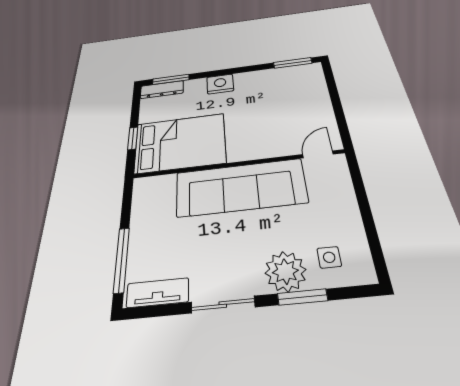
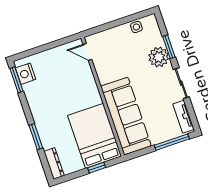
window: (171, 79) -> (36, 137), moved
nightstand: (220, 84) -> (26, 74), moved
sofa: (240, 187) -> (126, 116), moved
side table: (329, 257) -> (136, 27), moved

